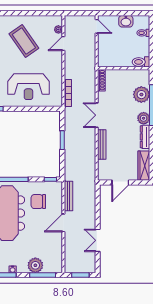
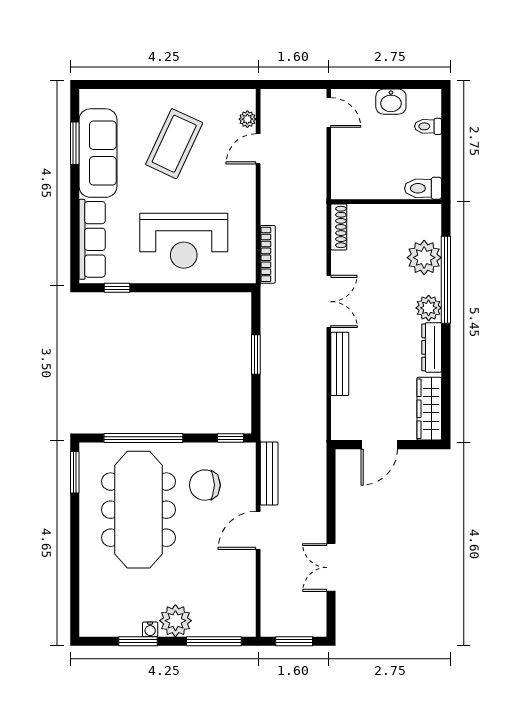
coffee table: (24, 41) -> (174, 144), turned 60
double door: (97, 115) -> (329, 302), swing flipped
plant: (35, 265) -> (175, 621), moved

